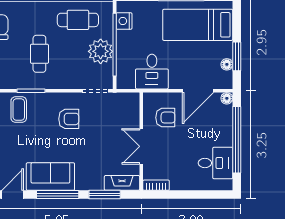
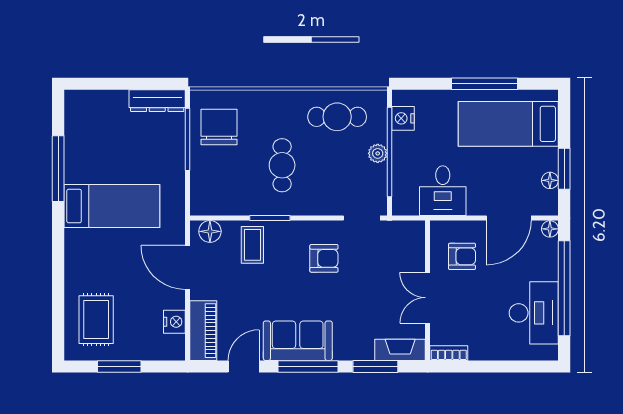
plant: (101, 51) -> (378, 153), width x0.53, depth x0.53
desk: (216, 163) -> (534, 313), width x1.37

